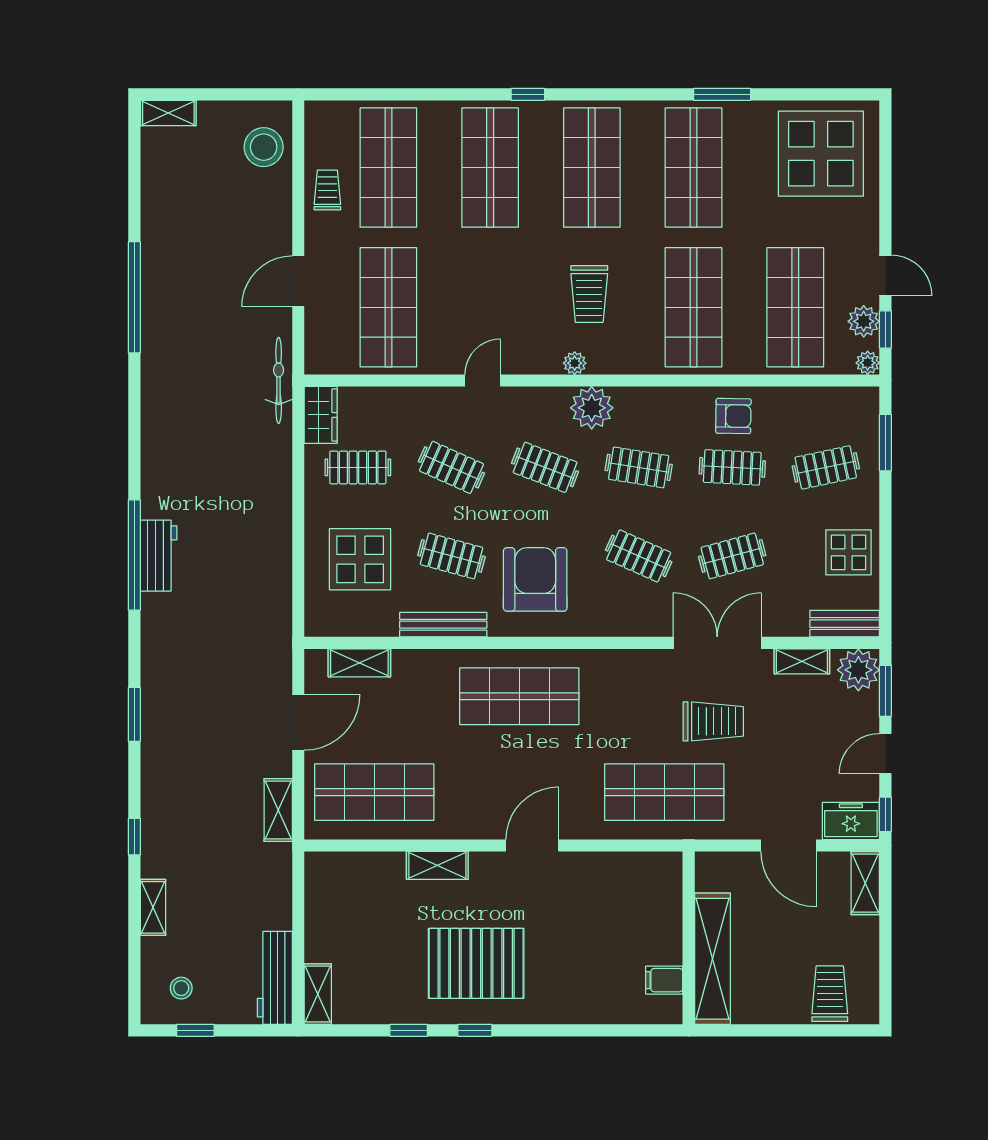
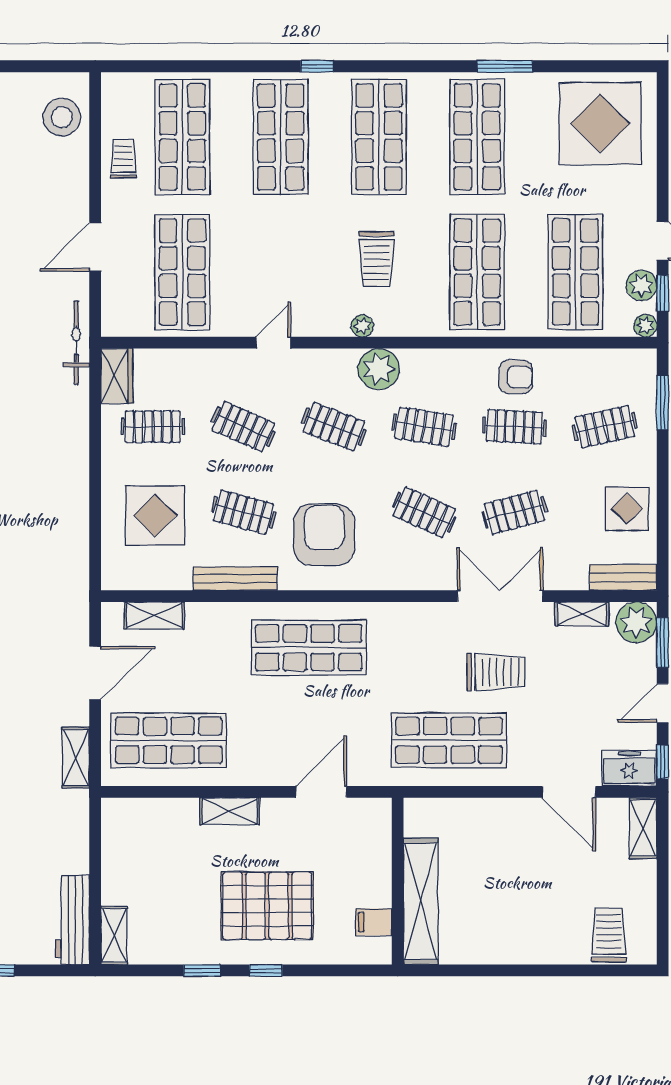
wall: (689, 938) -> (398, 881), moved
shelving: (713, 959) -> (421, 901), moved
filing cabinet: (664, 980) -> (374, 922), moved

